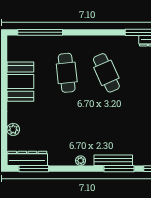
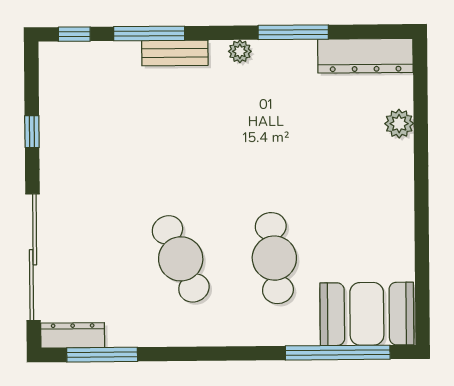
booth: (20, 82) -> (367, 314), moved, turned 90
bench: (113, 160) -> (175, 53), width x0.73
window: (34, 169) -> (293, 32), moved

